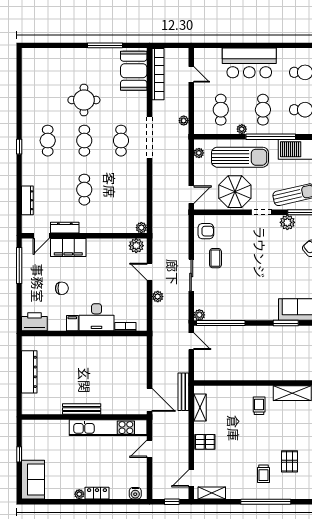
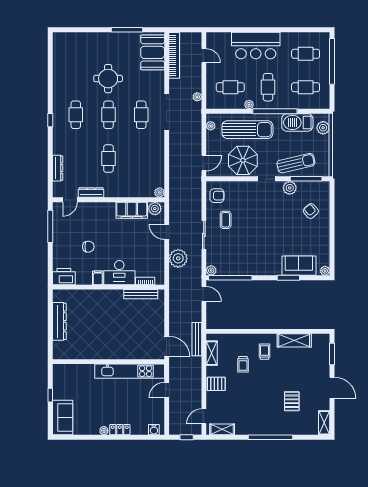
cafe table: (221, 110) -> (230, 87), turned 90
filing cabinet: (68, 247) -> (132, 210), moved
plant: (158, 297) -> (178, 258), width x1.88, depth x1.88
bench: (82, 409) -> (141, 294), moved
trolley: (263, 474) -> (243, 364), moved

